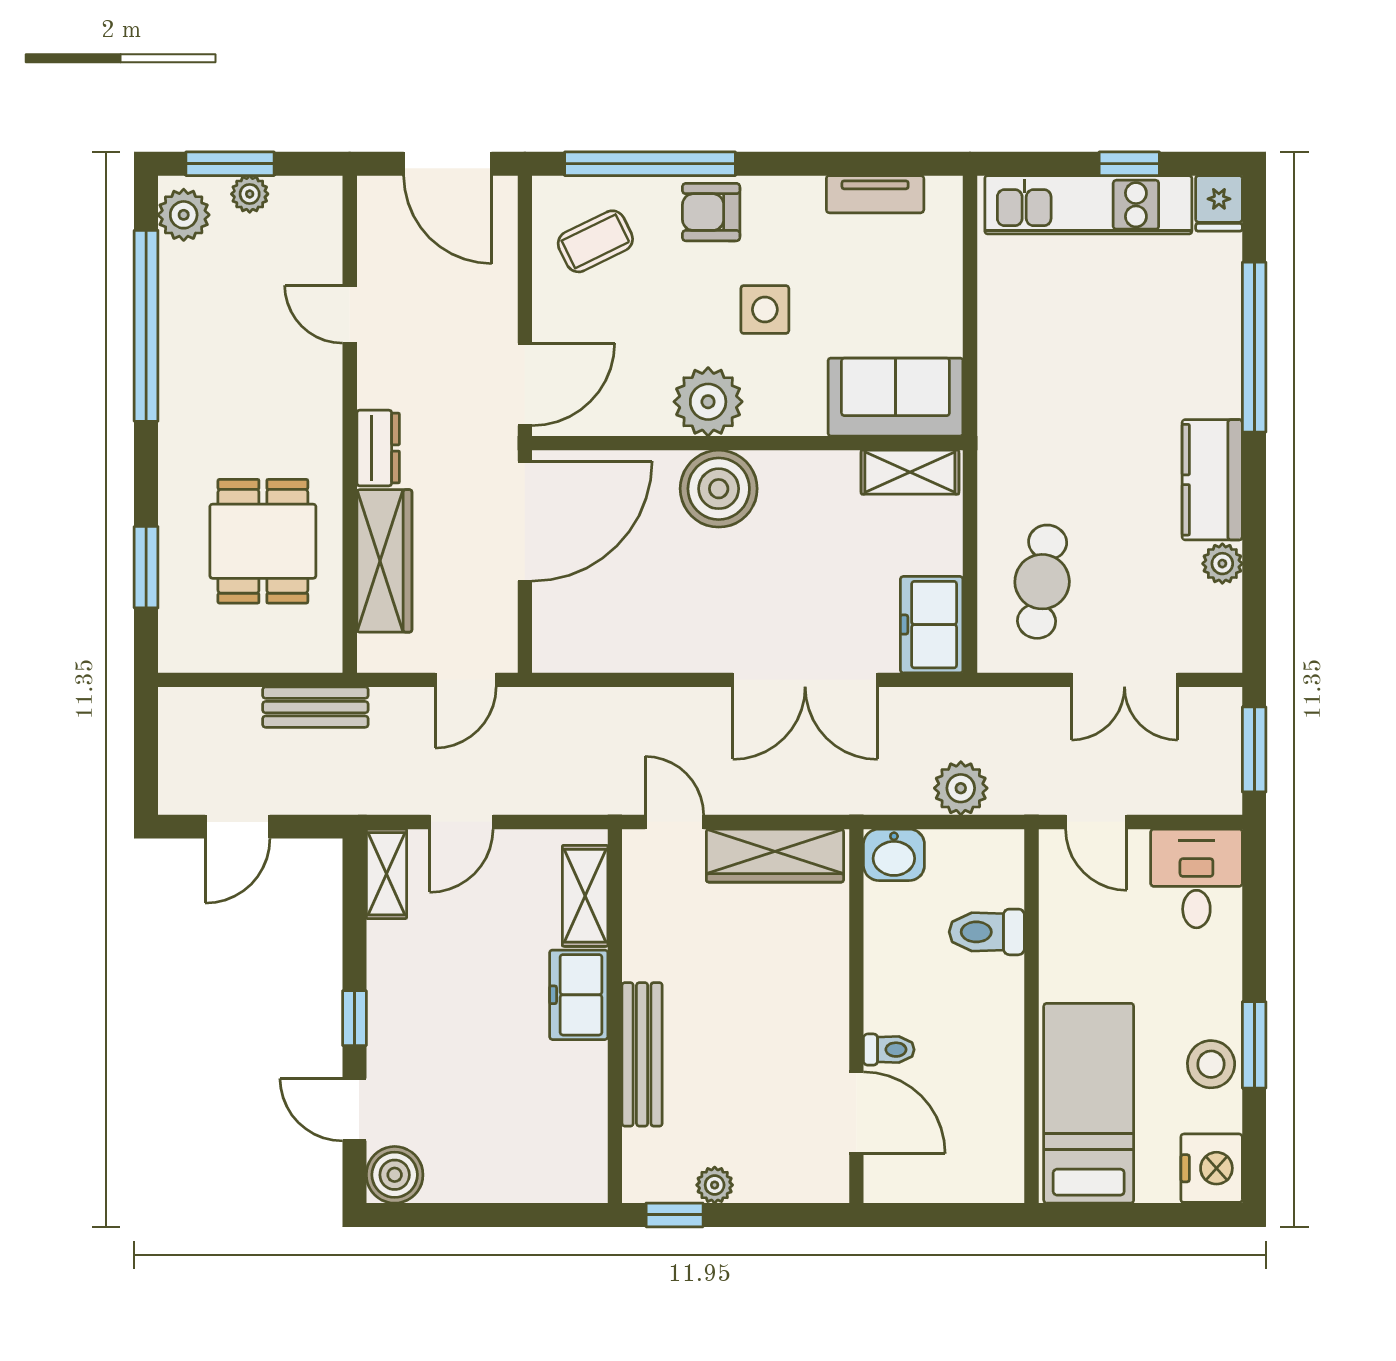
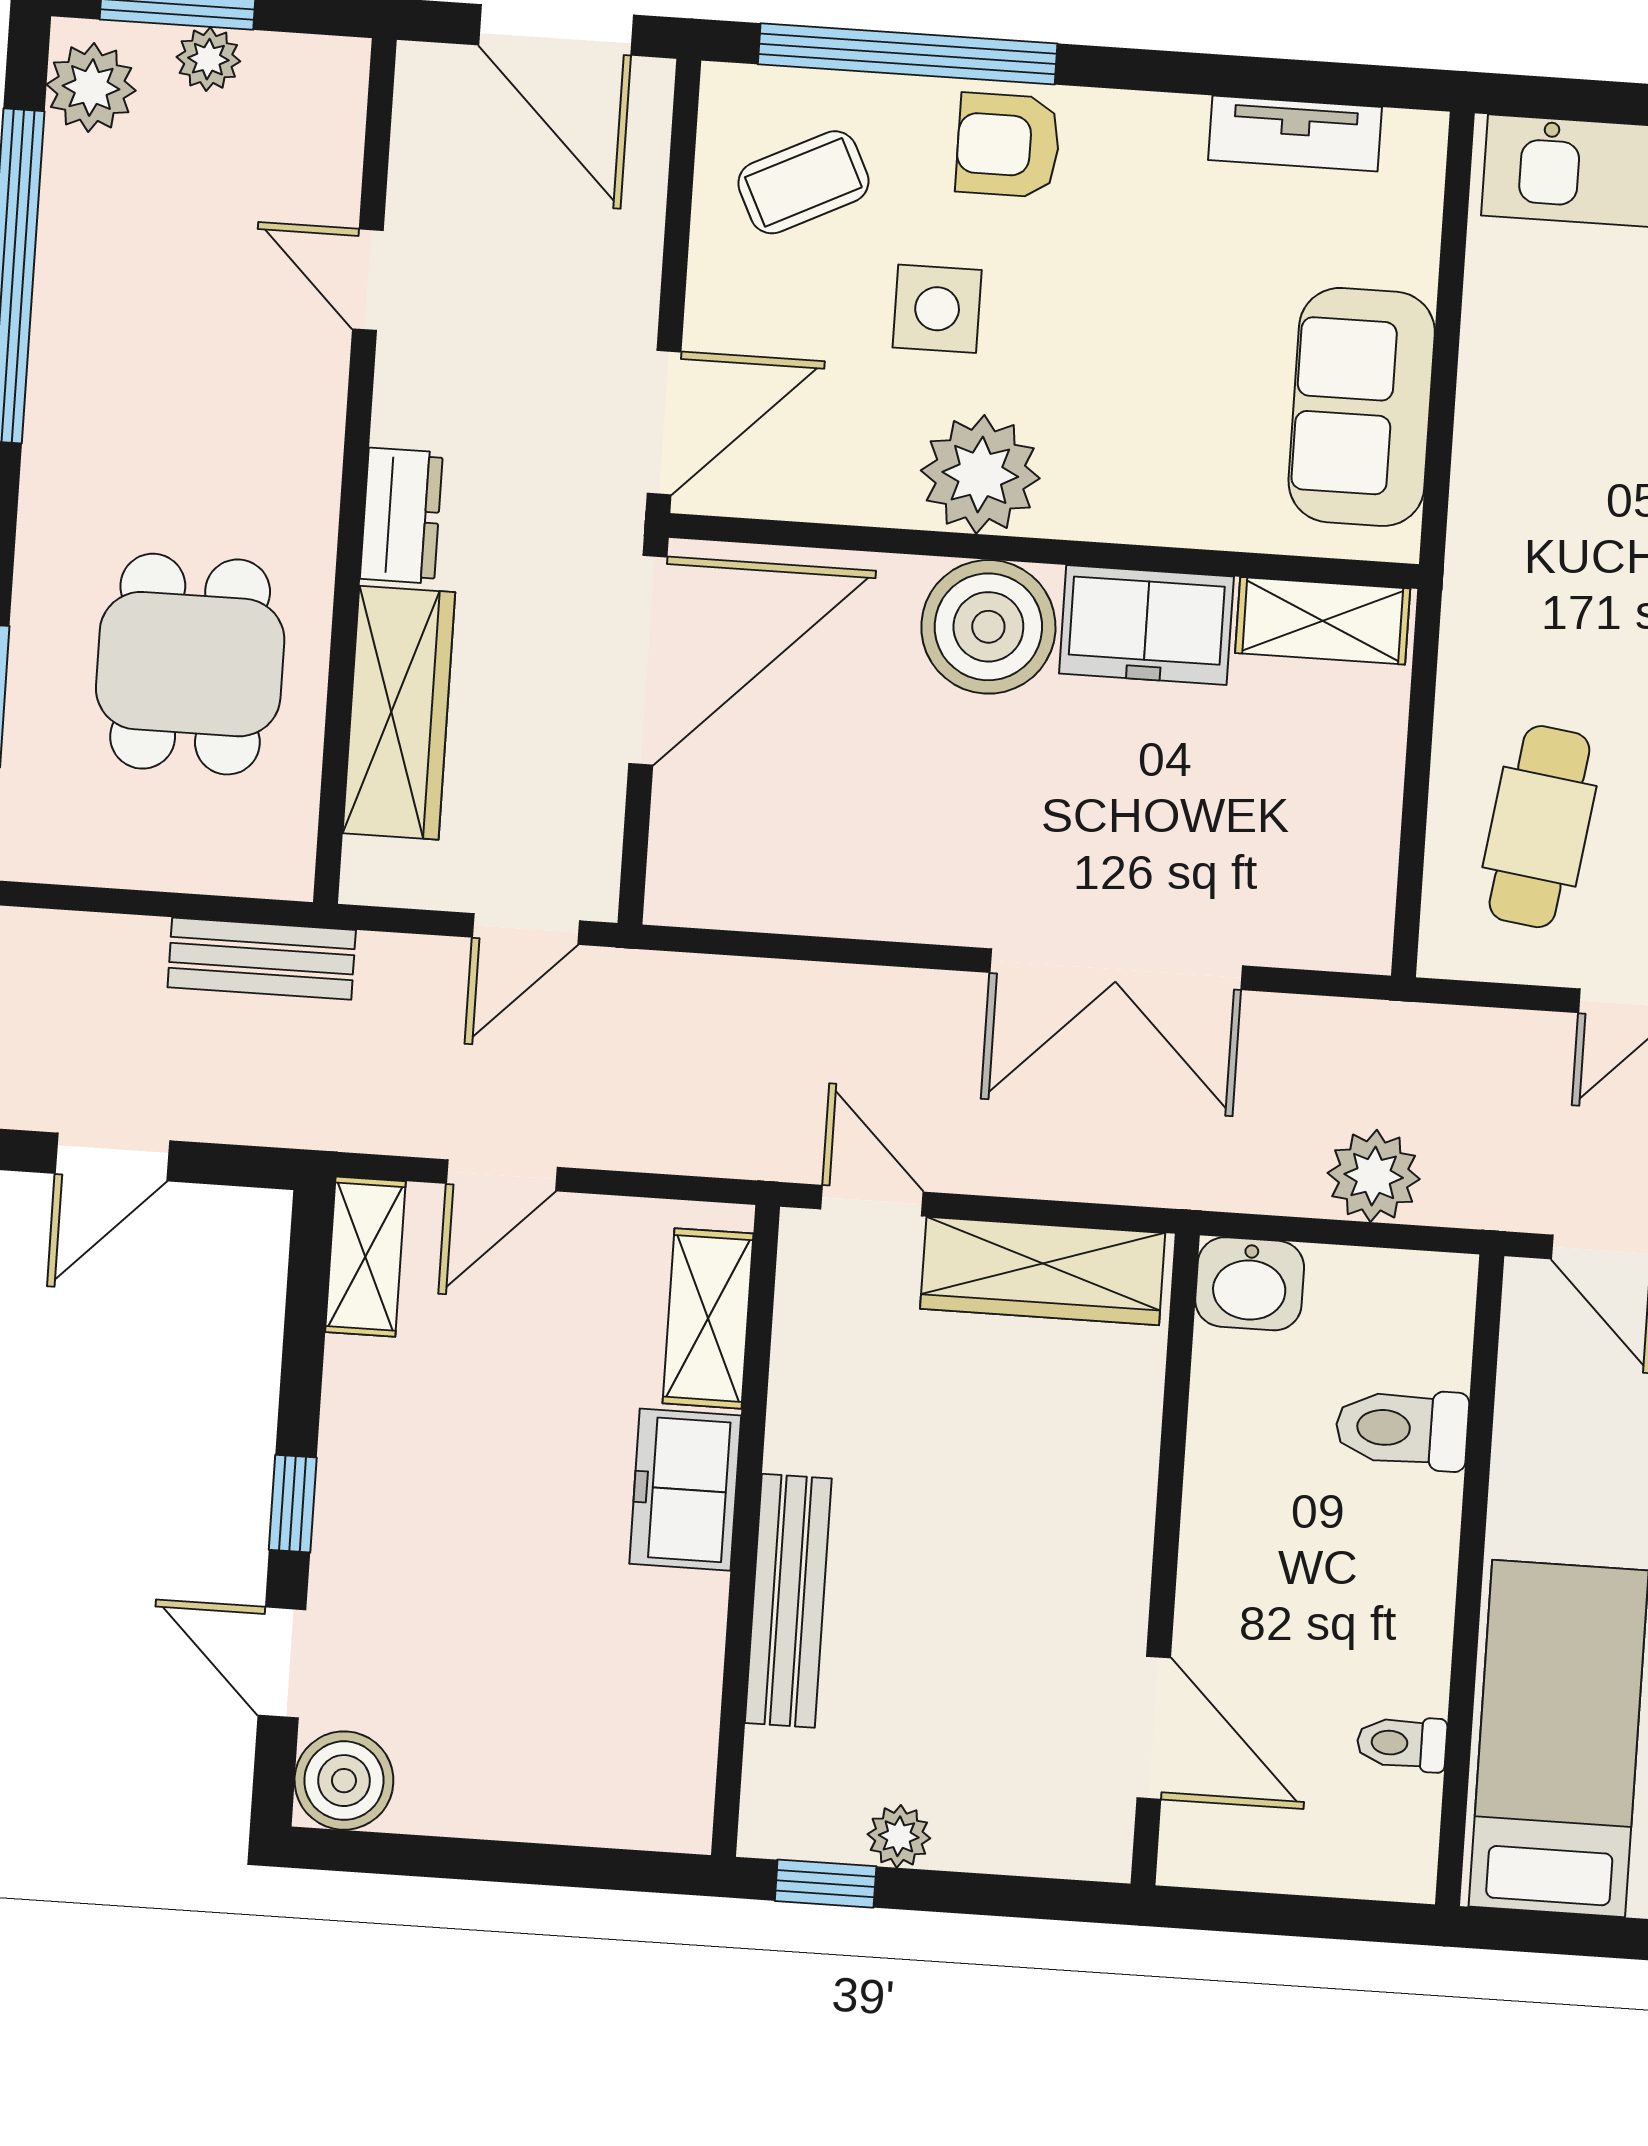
side table: (765, 310) -> (937, 309), moved
sofa: (895, 397) -> (1362, 407), moved, turned -90
freezer: (932, 625) -> (1146, 625), moved, turned -90
toilet: (889, 1050) -> (1402, 1743), moved, turned 180

